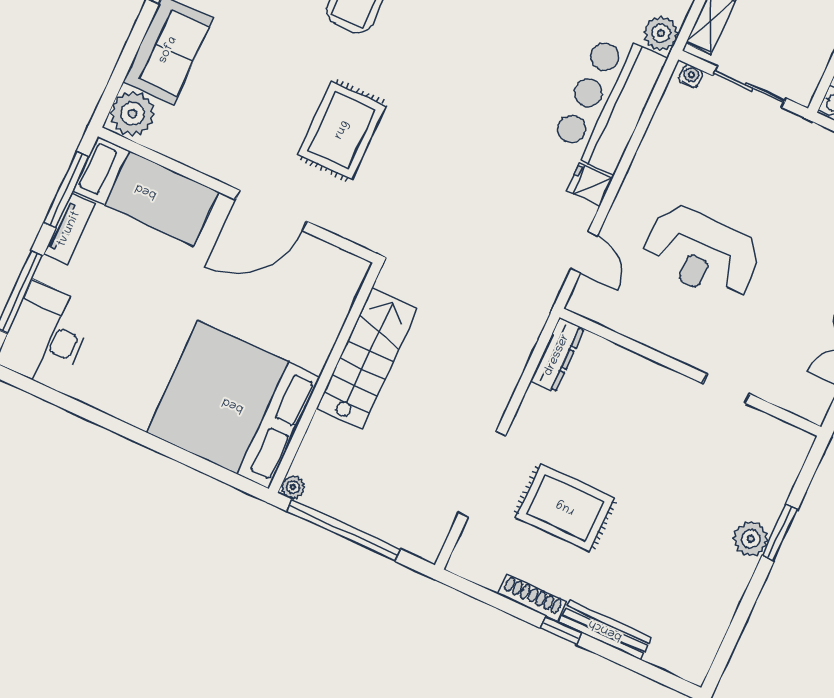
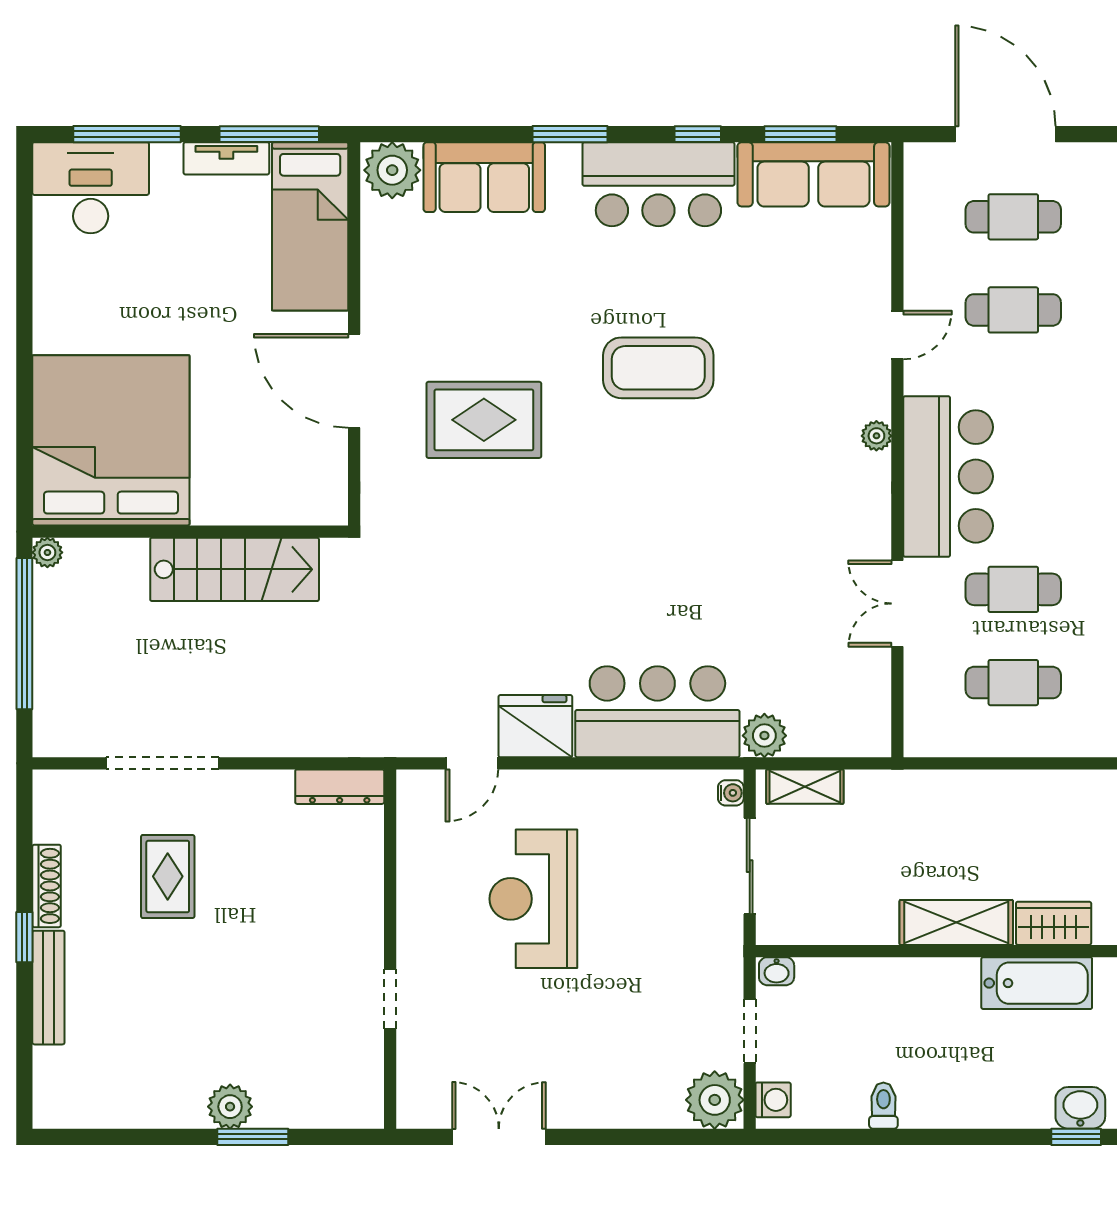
fridge: (590, 185) -> (535, 726), width x1.88, depth x1.34
rug: (565, 508) -> (168, 876), width x0.73, depth x0.70

